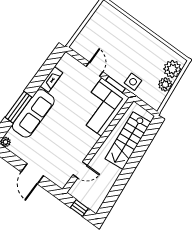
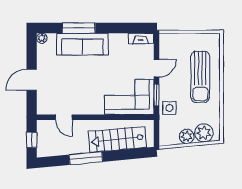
sun lounger: (126, 40) -> (200, 77), added
fireplace: (51, 79) -> (141, 38), moved
window: (125, 176) -> (86, 158), added

